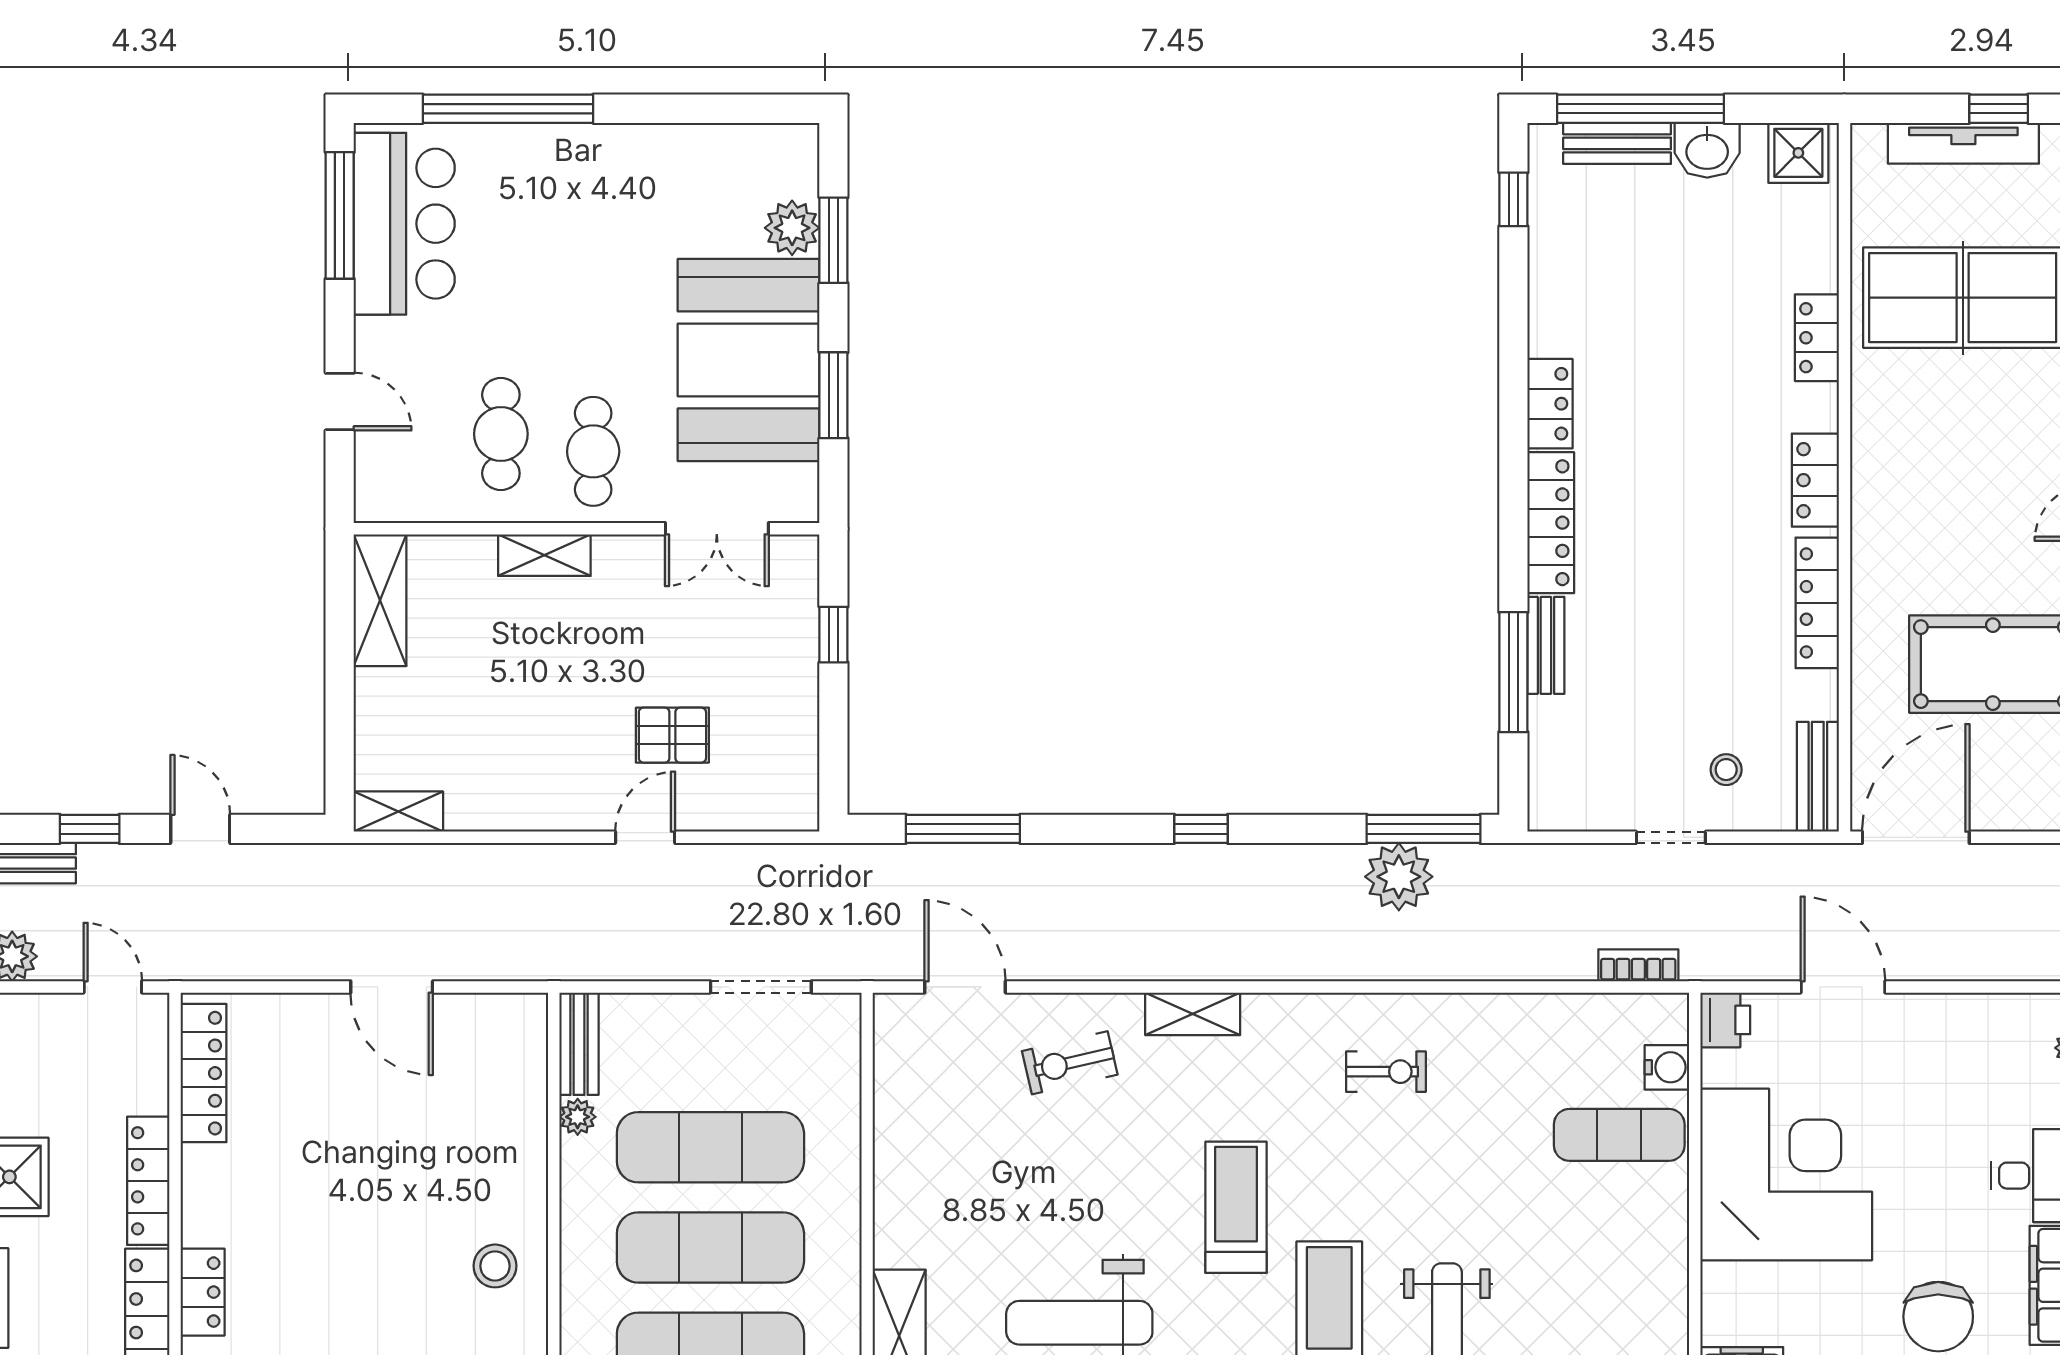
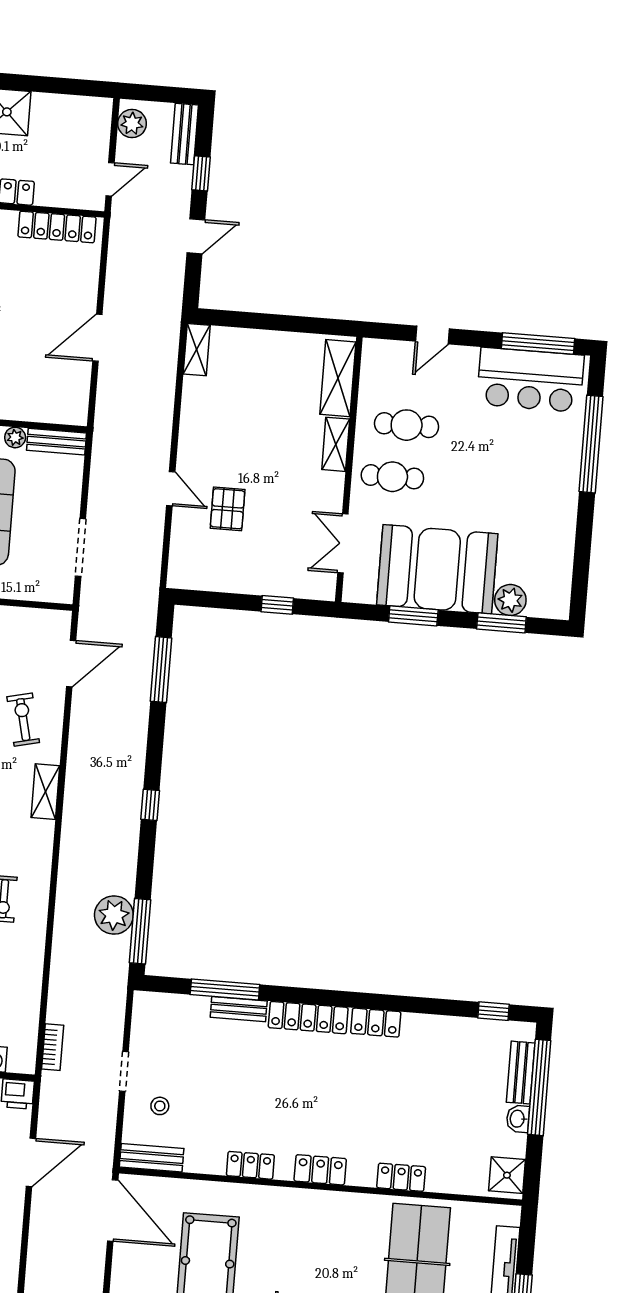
washbasin: (1707, 150) -> (518, 1119), width x0.72, depth x0.69
shelving: (380, 600) -> (338, 378), moved, turned 90
locker: (1817, 603) -> (250, 1165), width x0.66

